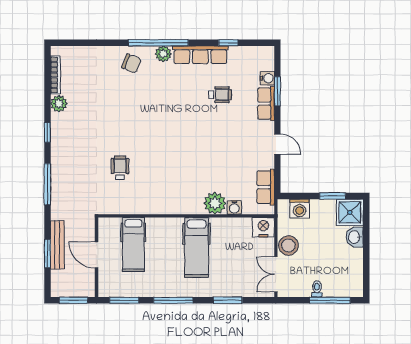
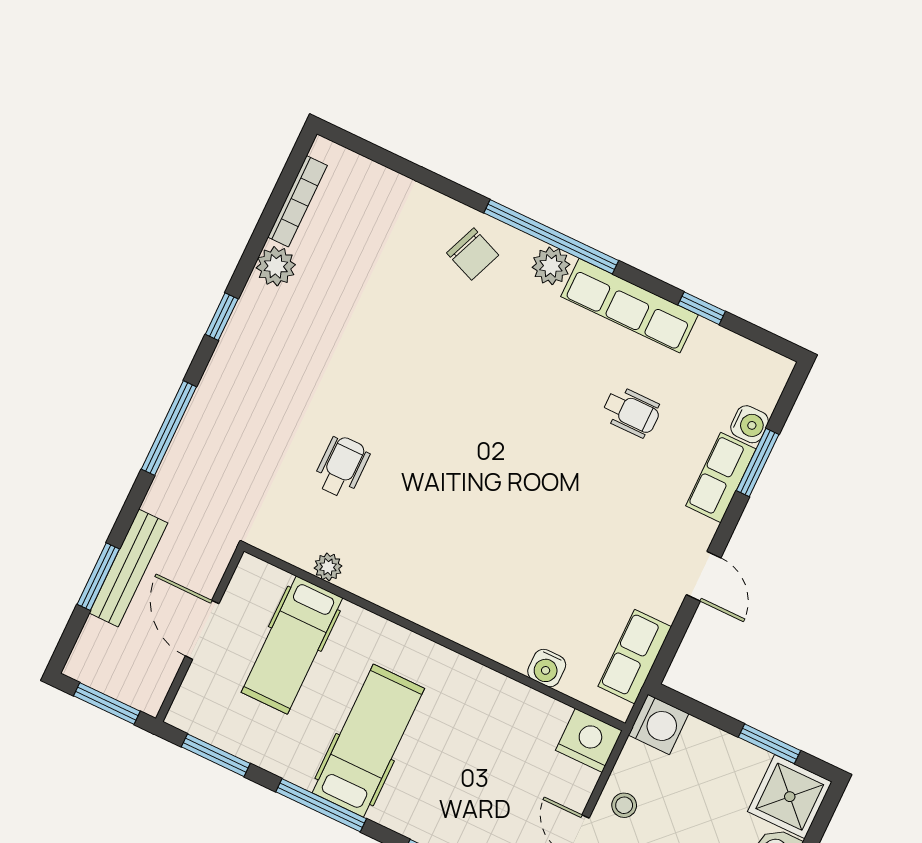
plant: (215, 203) -> (328, 567), moved, width x0.53, depth x0.53
washing machine: (300, 209) -> (658, 724), moved, turned -90
stool: (288, 246) -> (624, 805), width x0.53, depth x0.53
hospital bed: (197, 247) -> (368, 741), moved, turned 180

